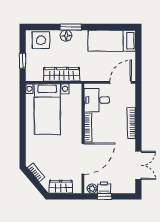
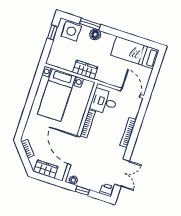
window: (71, 27) -> (90, 24), moved
window: (23, 61) -> (53, 32), moved
wardrobe: (62, 74) -> (85, 70), width x0.67
door: (121, 82) -> (131, 93), hinge flipped
door: (83, 159) -> (74, 150), swing flipped
printer: (104, 188) -> (107, 190), moved

